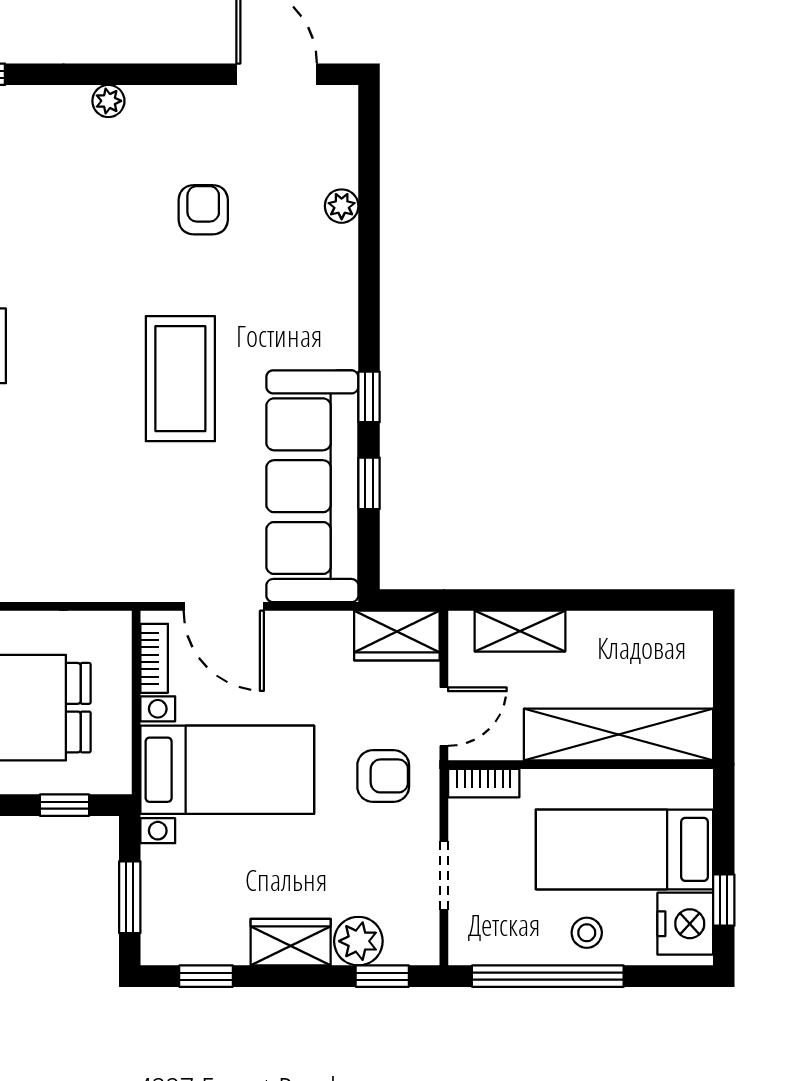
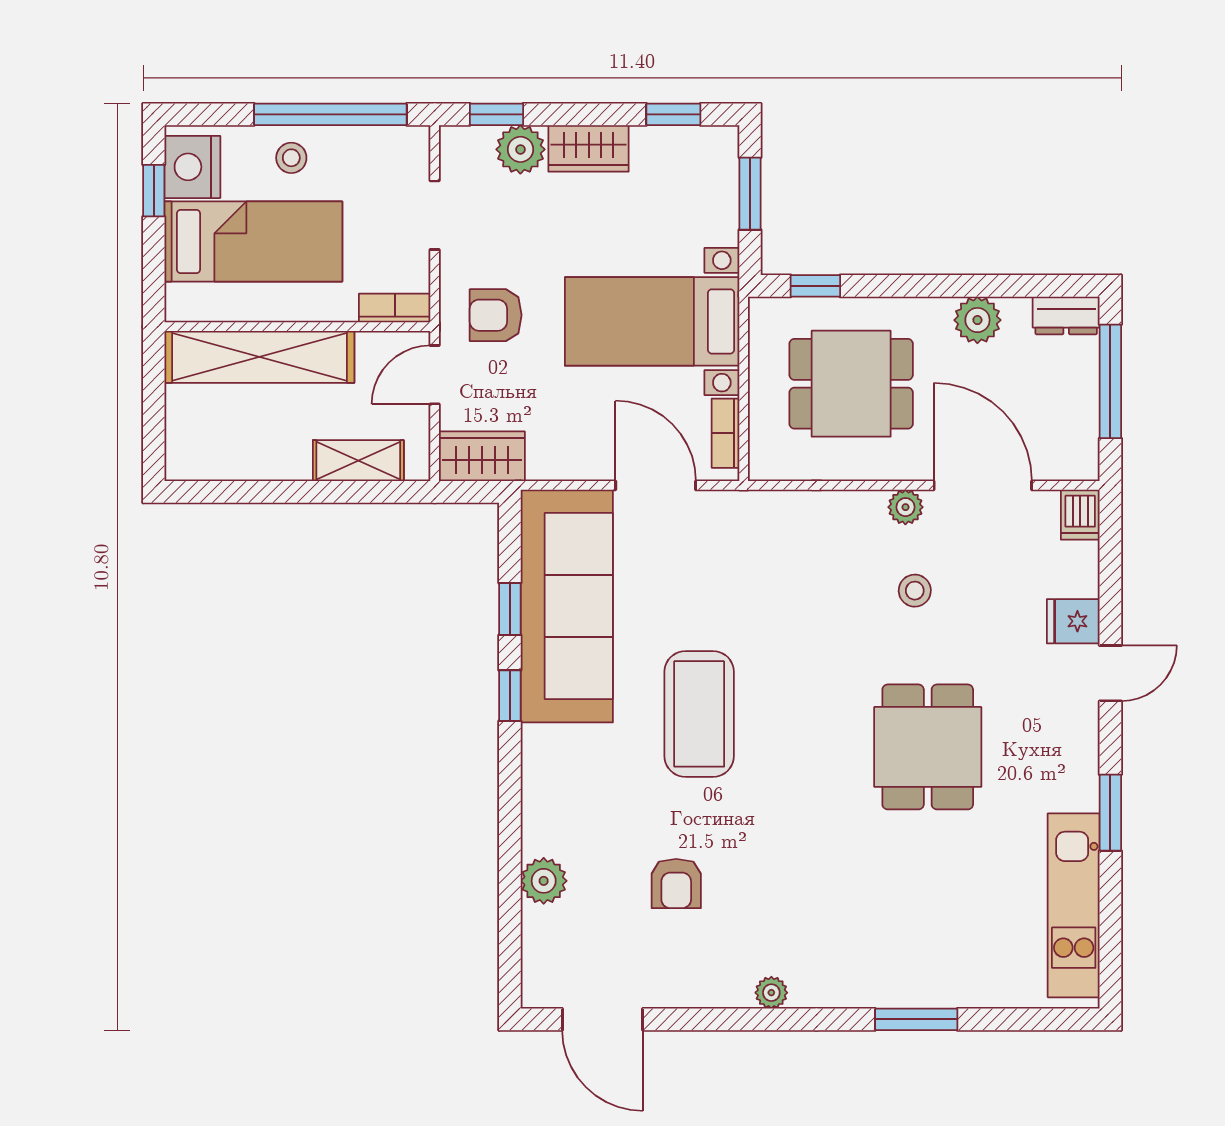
plant: (342, 206) -> (544, 881), width x1.38, depth x1.38

